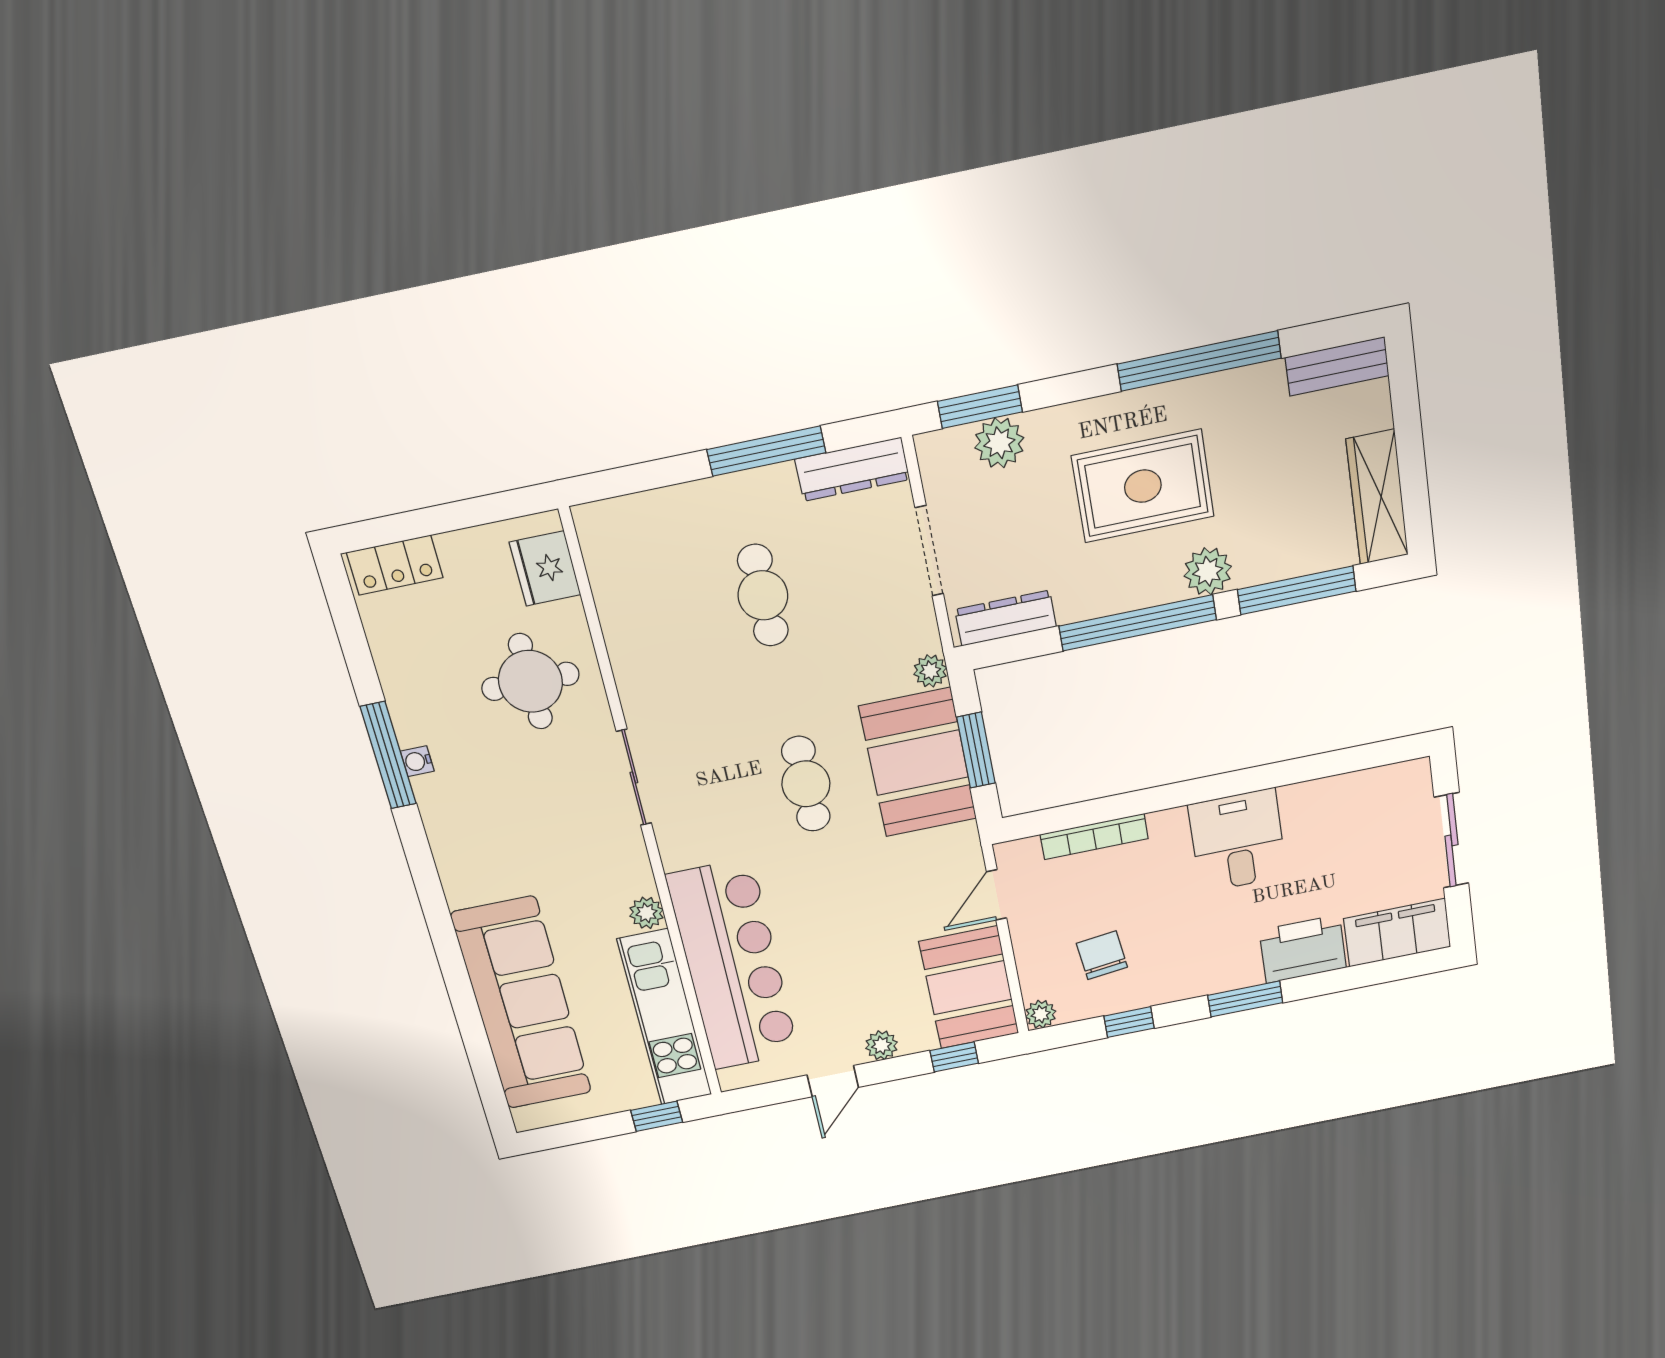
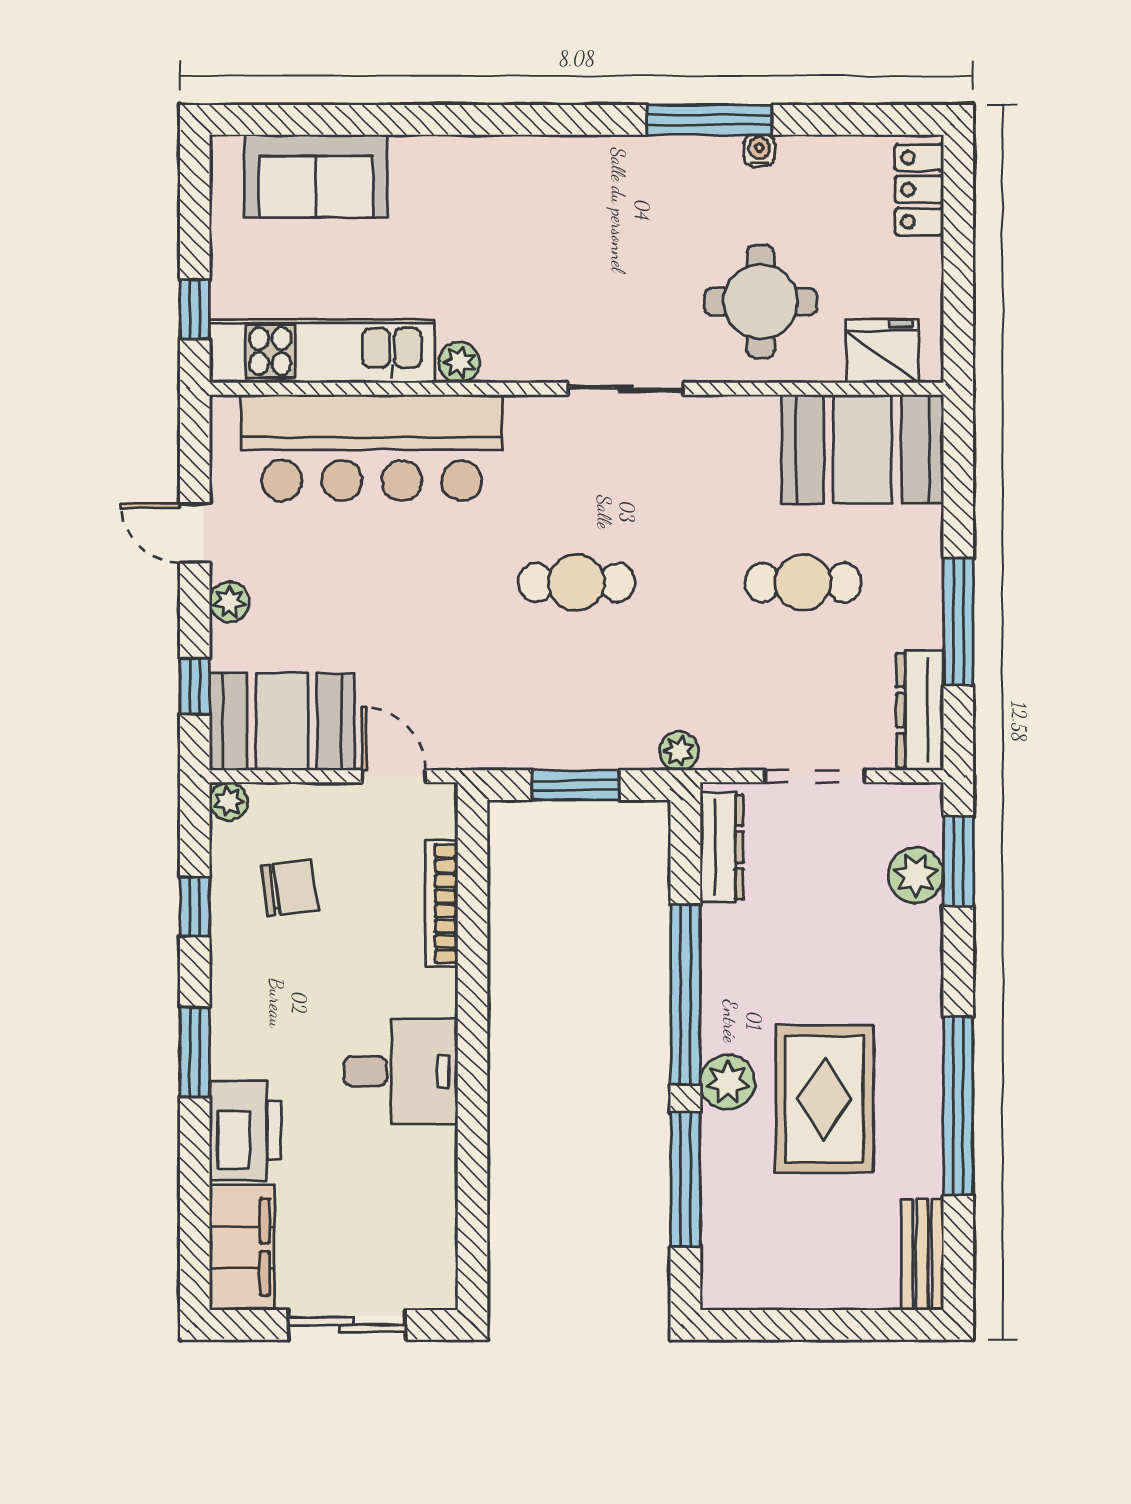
rug: (1143, 486) -> (824, 1099), moved
wardrobe: (1377, 497) -> (772, 1283), removed
water cooler: (417, 761) -> (759, 150), moved
booth: (918, 763) -> (862, 449), moved
sofa: (522, 1004) -> (316, 176), width x0.54, depth x0.79

